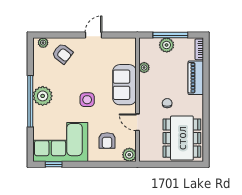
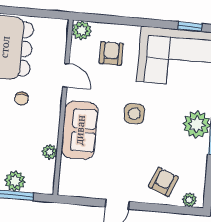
armchair: (62, 54) -> (163, 182), turned 74

